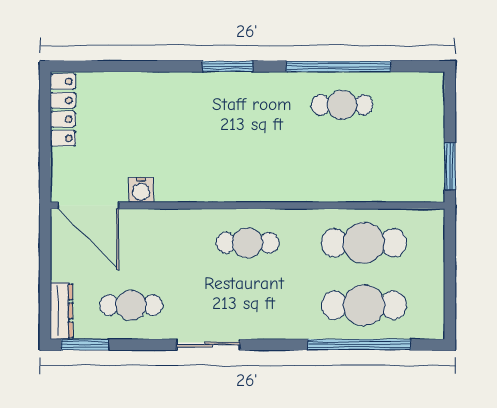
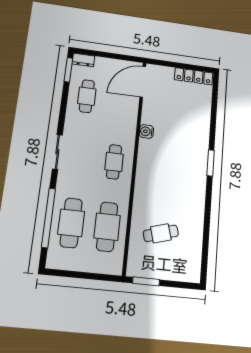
window: (339, 66) -> (207, 223), removed
cafe table: (342, 105) -> (161, 233), moved, turned 74
water cooler: (141, 190) -> (146, 131), moved
dresser: (62, 311) -> (83, 60), width x0.70
sliding door: (208, 345) -> (57, 152), moved

